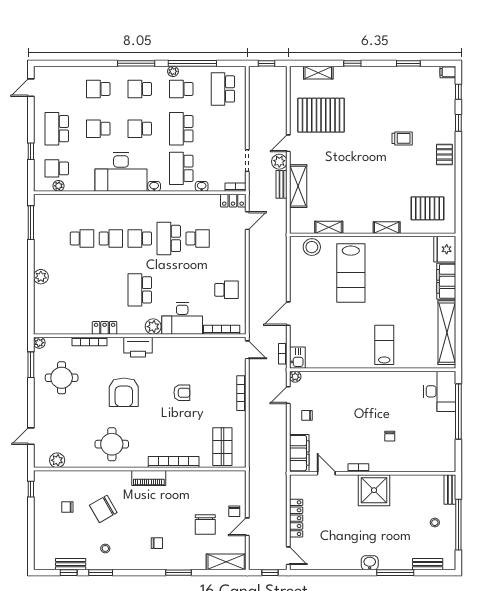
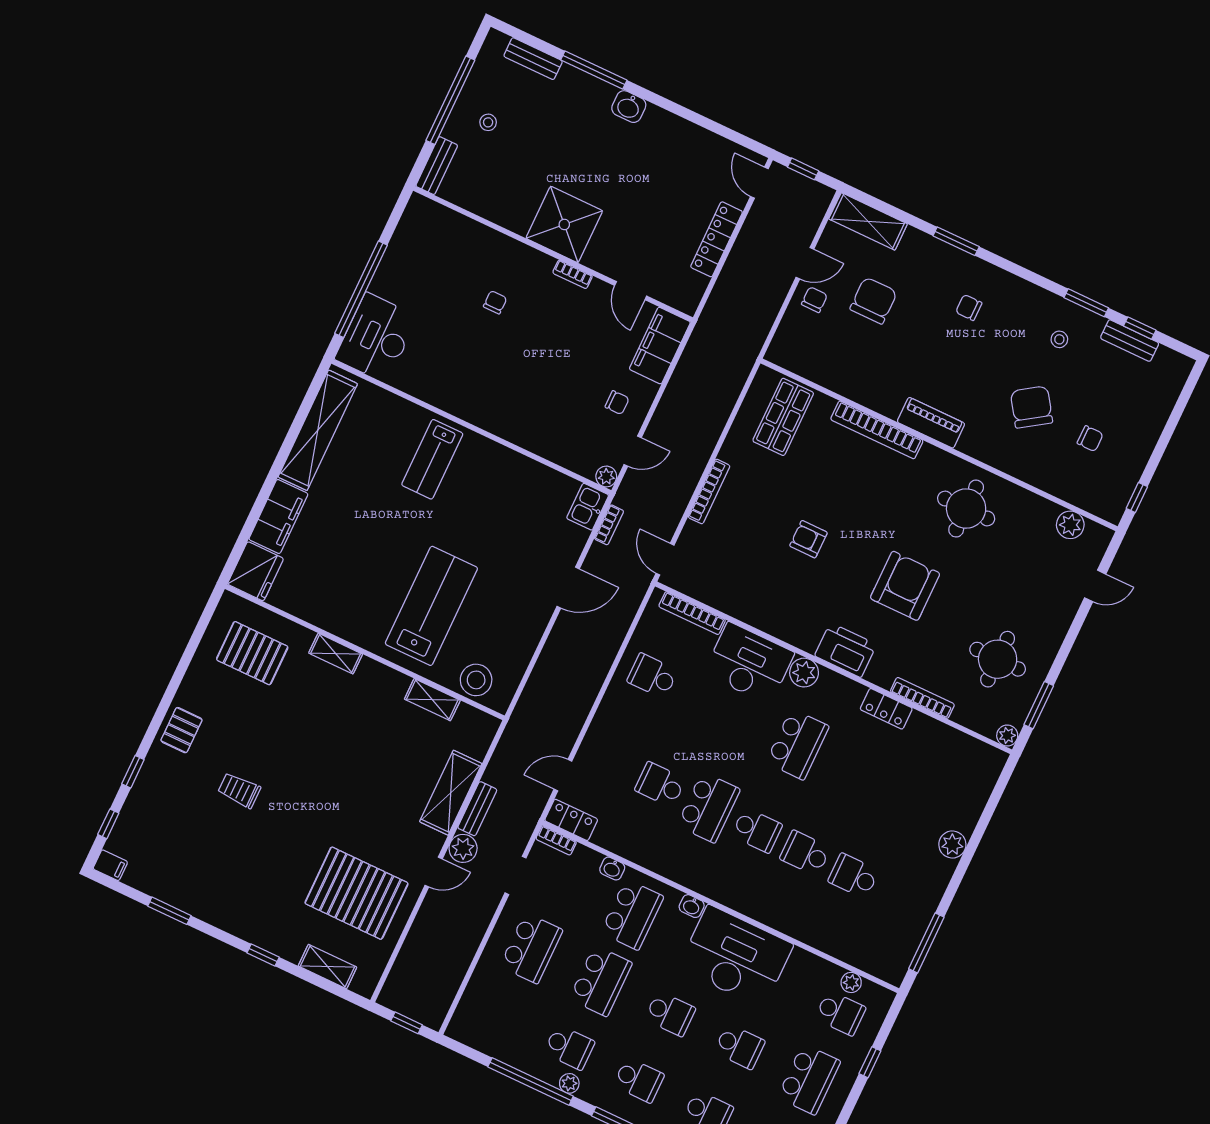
school desk: (223, 89) -> (531, 948), moved
chair: (103, 509) -> (1032, 407), turned -94

